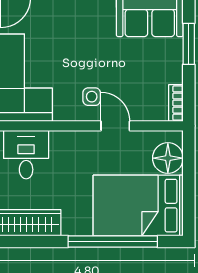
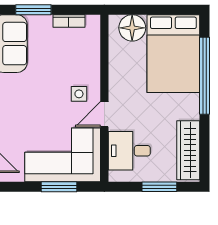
bookcase: (176, 103) -> (69, 21), moved
door: (115, 126) -> (104, 114), moved

